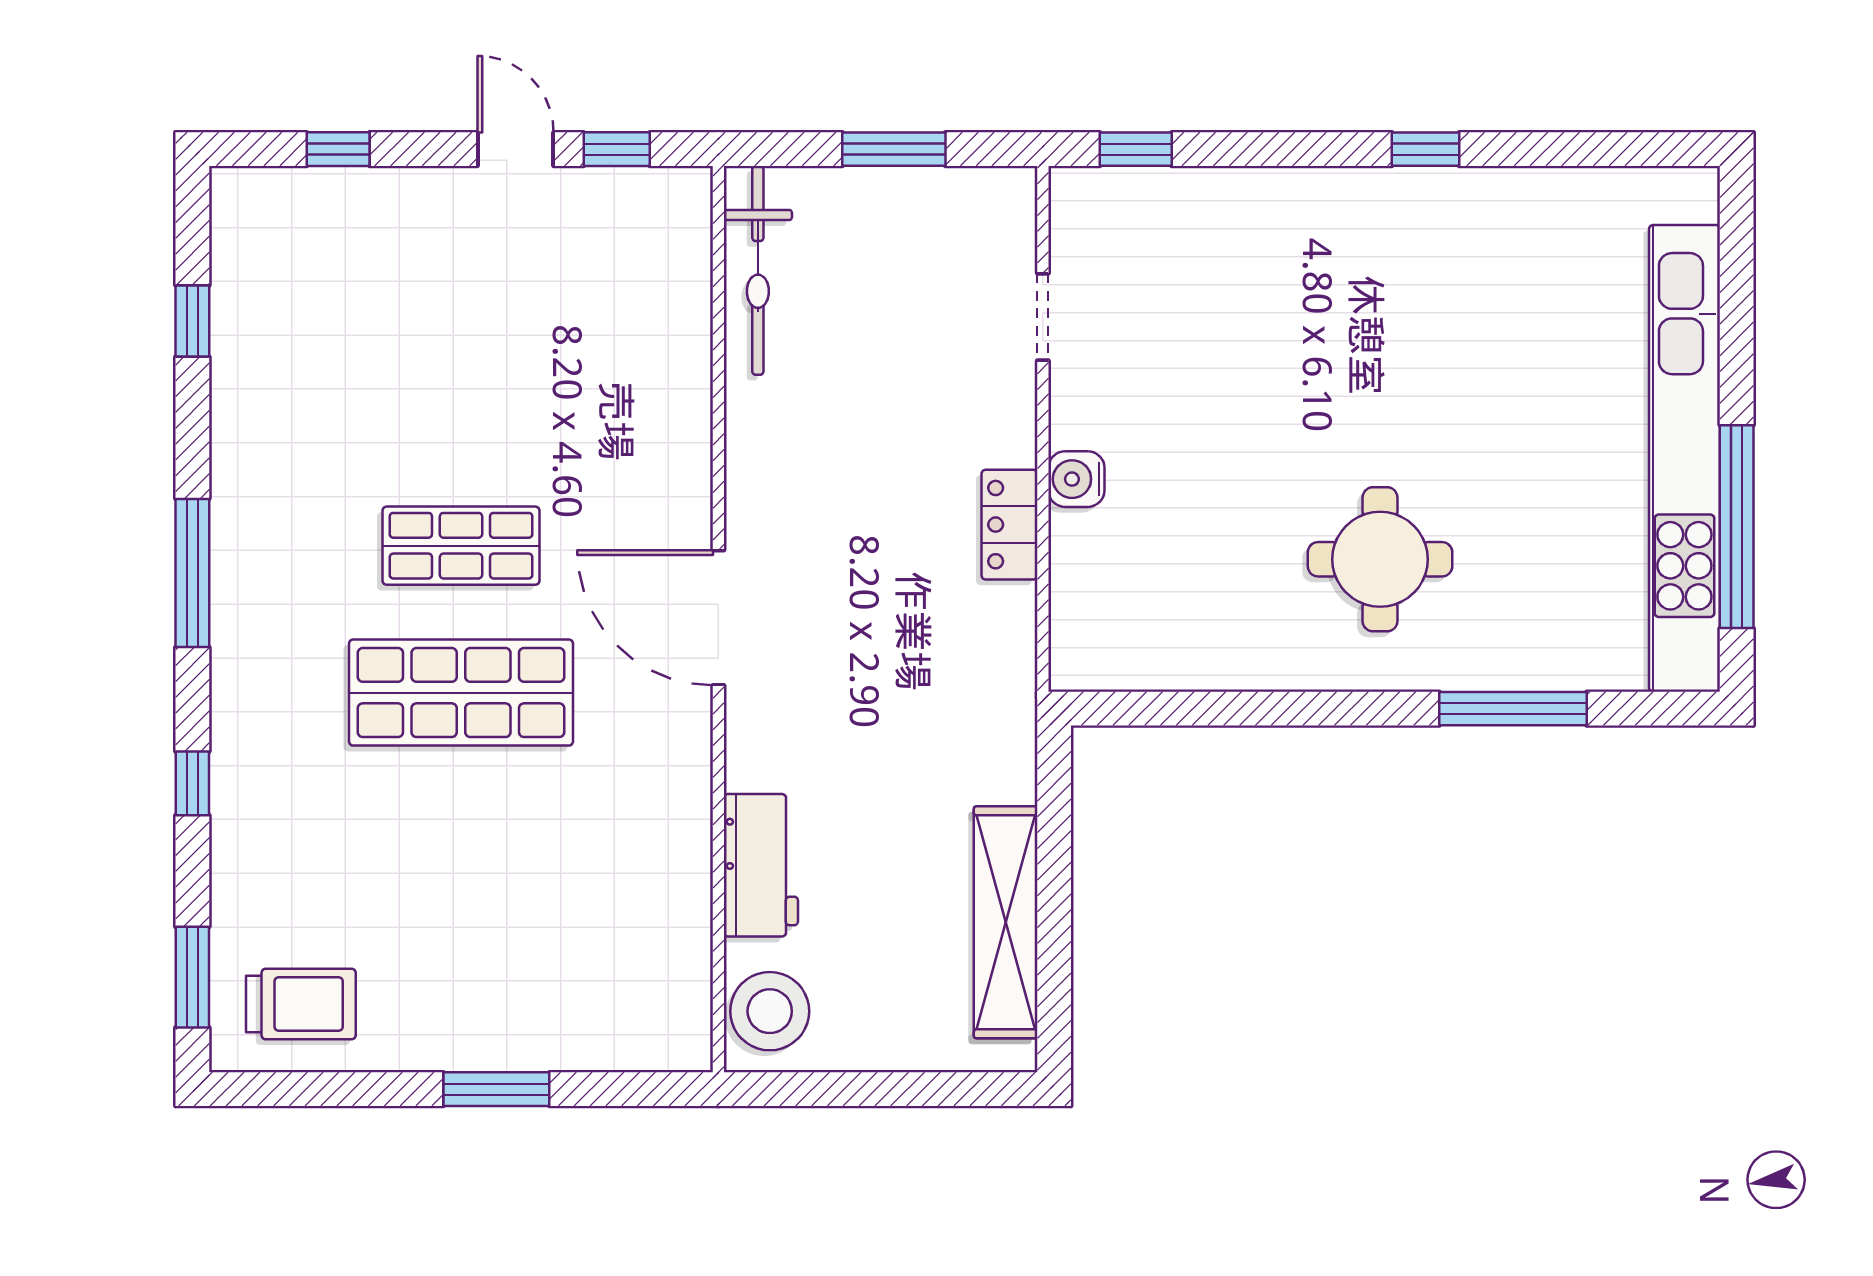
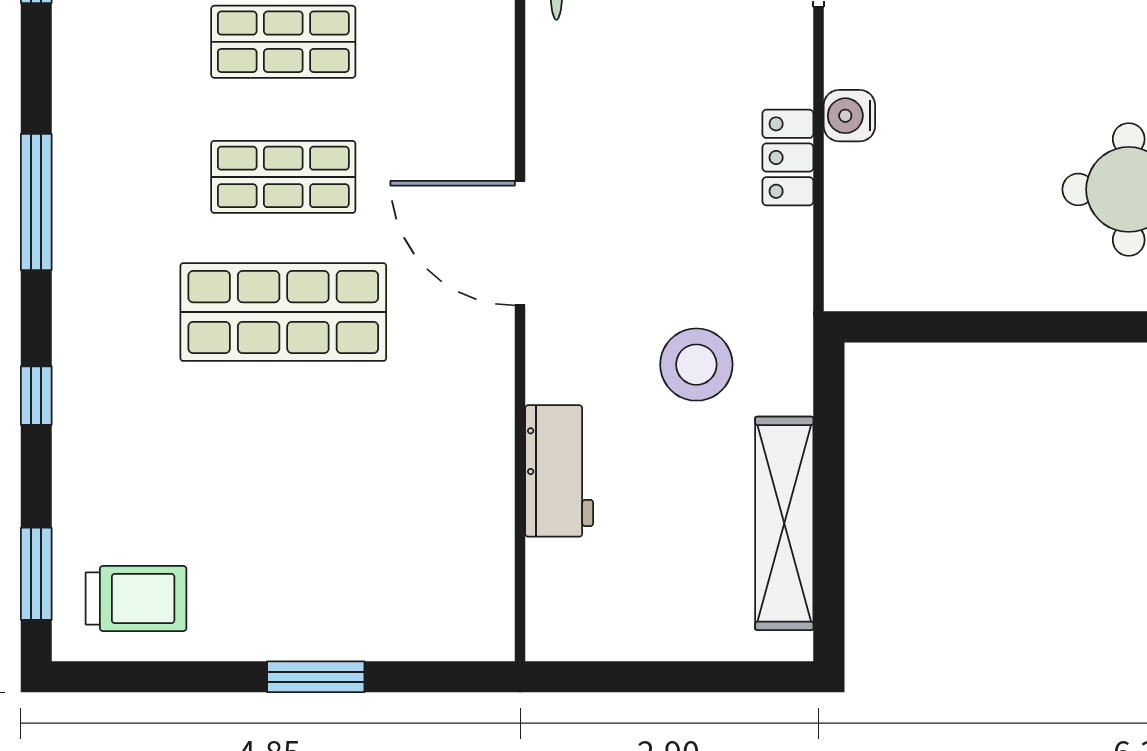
shop shelf: (461, 399) -> (283, 42), added
stool: (770, 1011) -> (696, 365), moved

